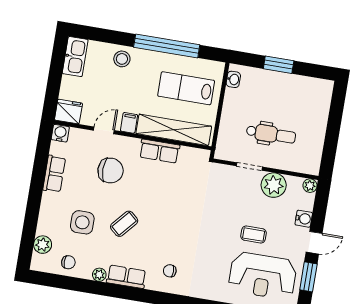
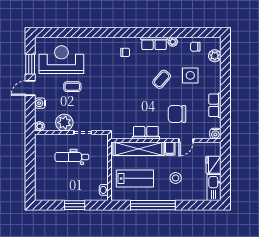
stool: (122, 59) -> (176, 178), moved
fridge: (68, 112) -> (213, 165), moved, turned 90

